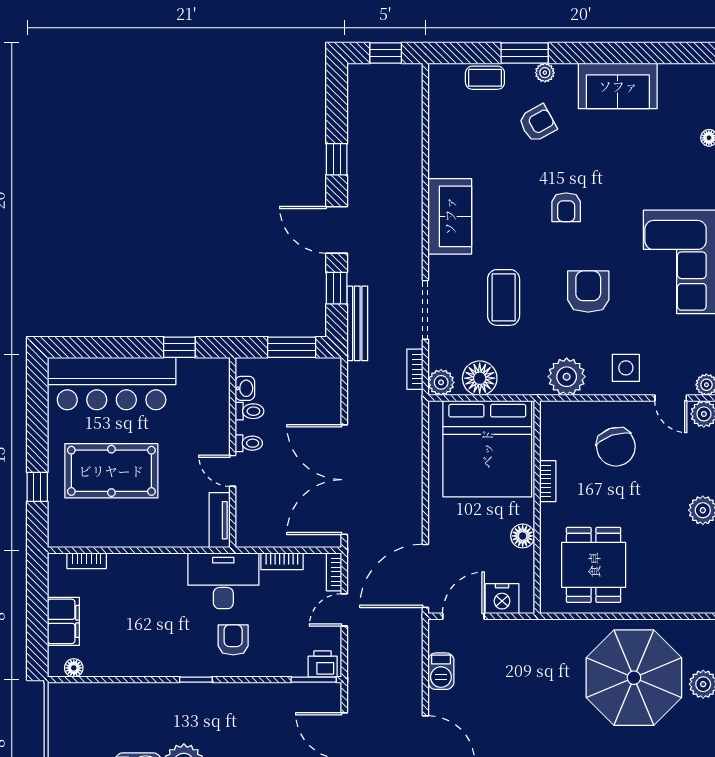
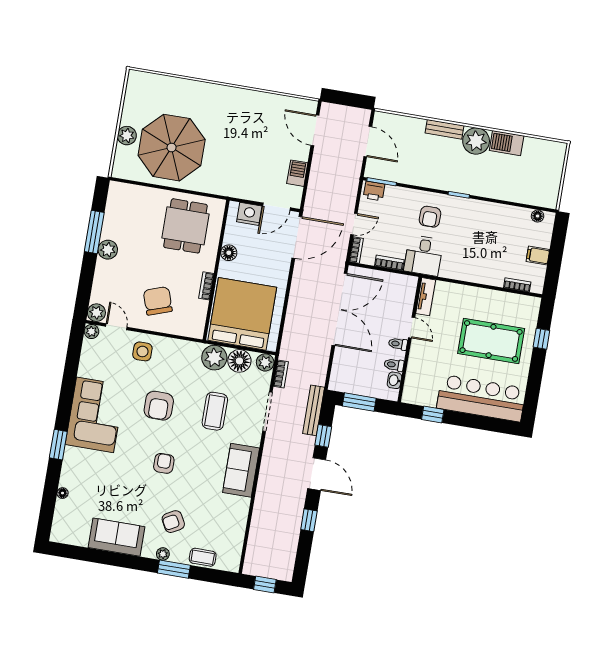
plant: (567, 377) -> (214, 358), moved
desk: (223, 581) -> (424, 255), width x0.73
filing cabinet: (63, 621) -> (538, 256), width x0.50

